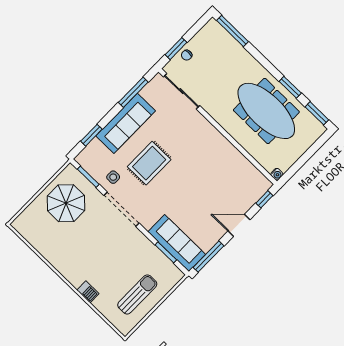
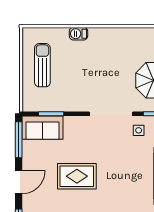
rug: (149, 163) -> (77, 176), moved, turned 90
sofa: (177, 243) -> (42, 128), width x0.73
sun lounger: (137, 294) -> (42, 65), turned 180

